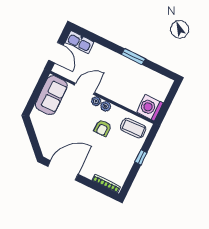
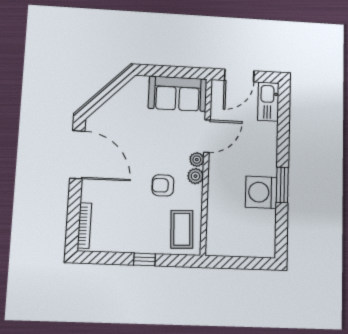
door: (85, 89) -> (207, 136), hinge flipped
washing machine: (150, 108) -> (261, 192), moved, turned -90

